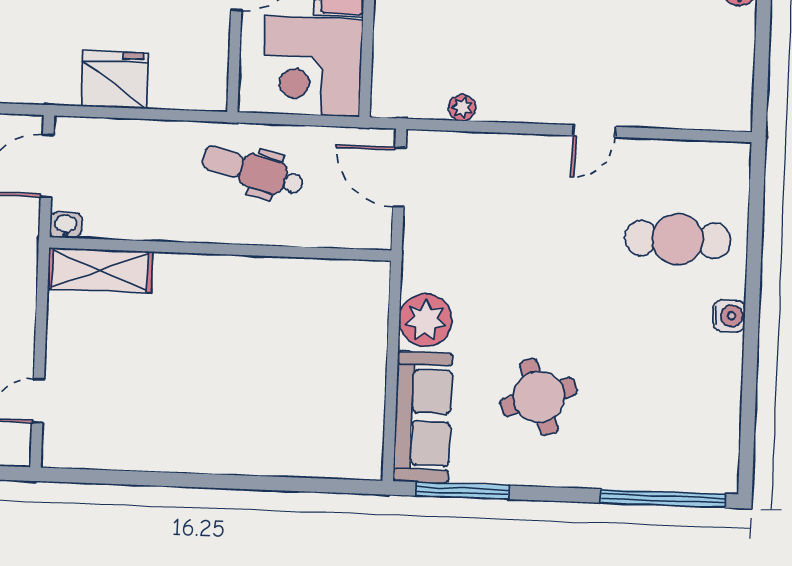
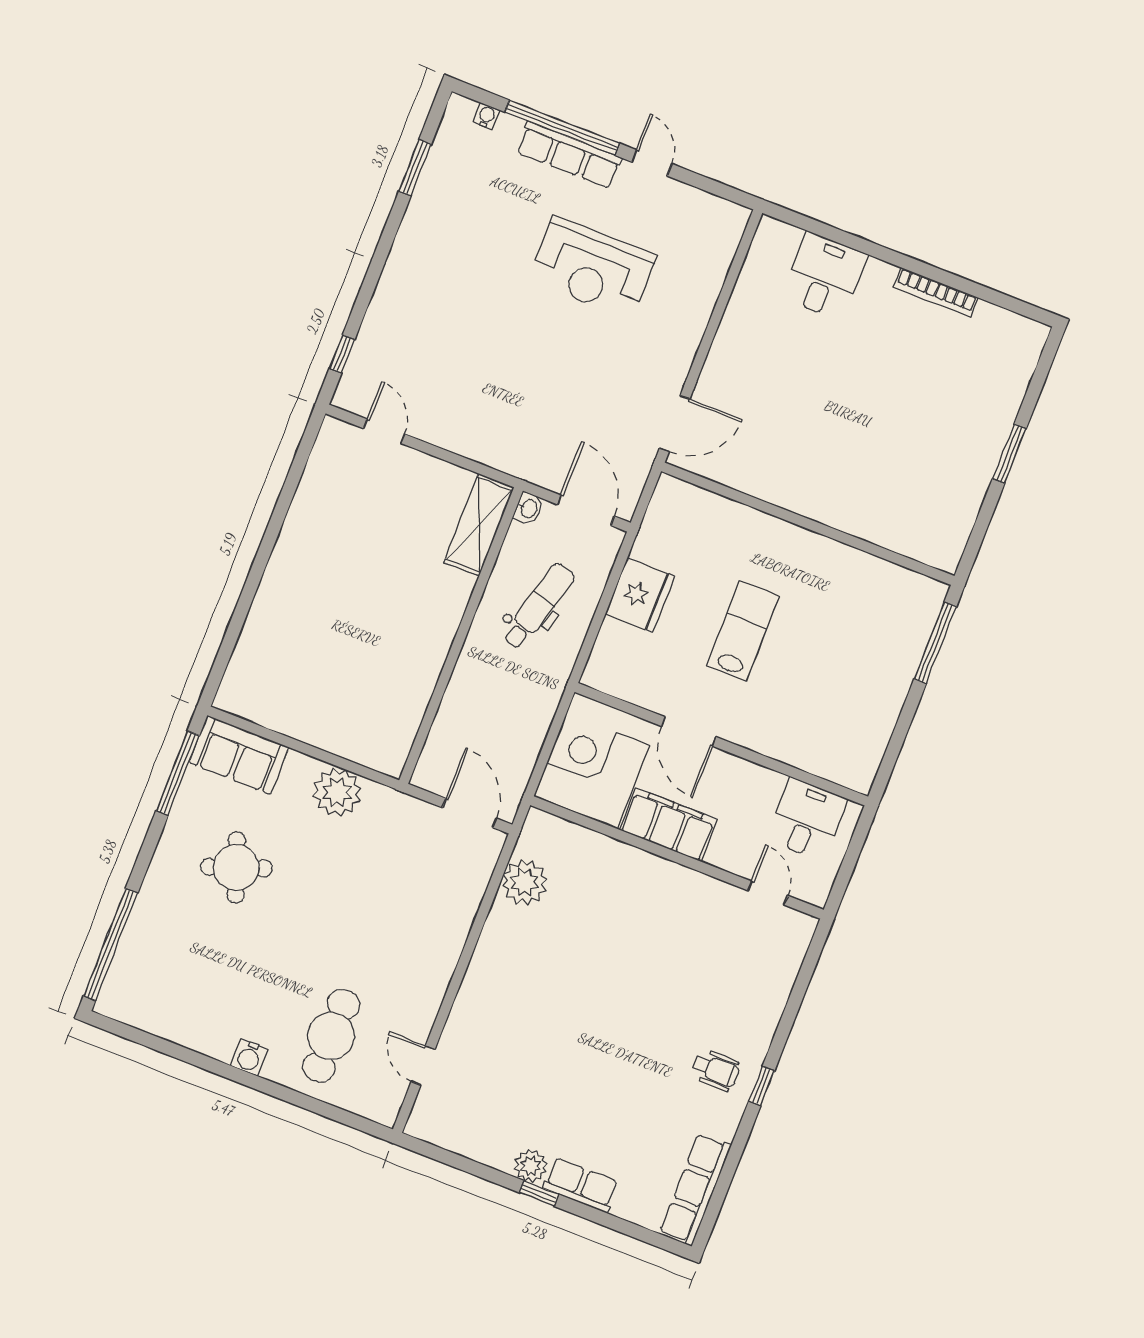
plant: (462, 108) -> (525, 882), width x1.88, depth x1.88
door: (594, 131) -> (423, 1065), moved
dental chair: (253, 171) -> (538, 606), moved
door: (399, 177) -> (469, 813), hinge flipped
sofa: (423, 417) -> (239, 755), width x0.73

